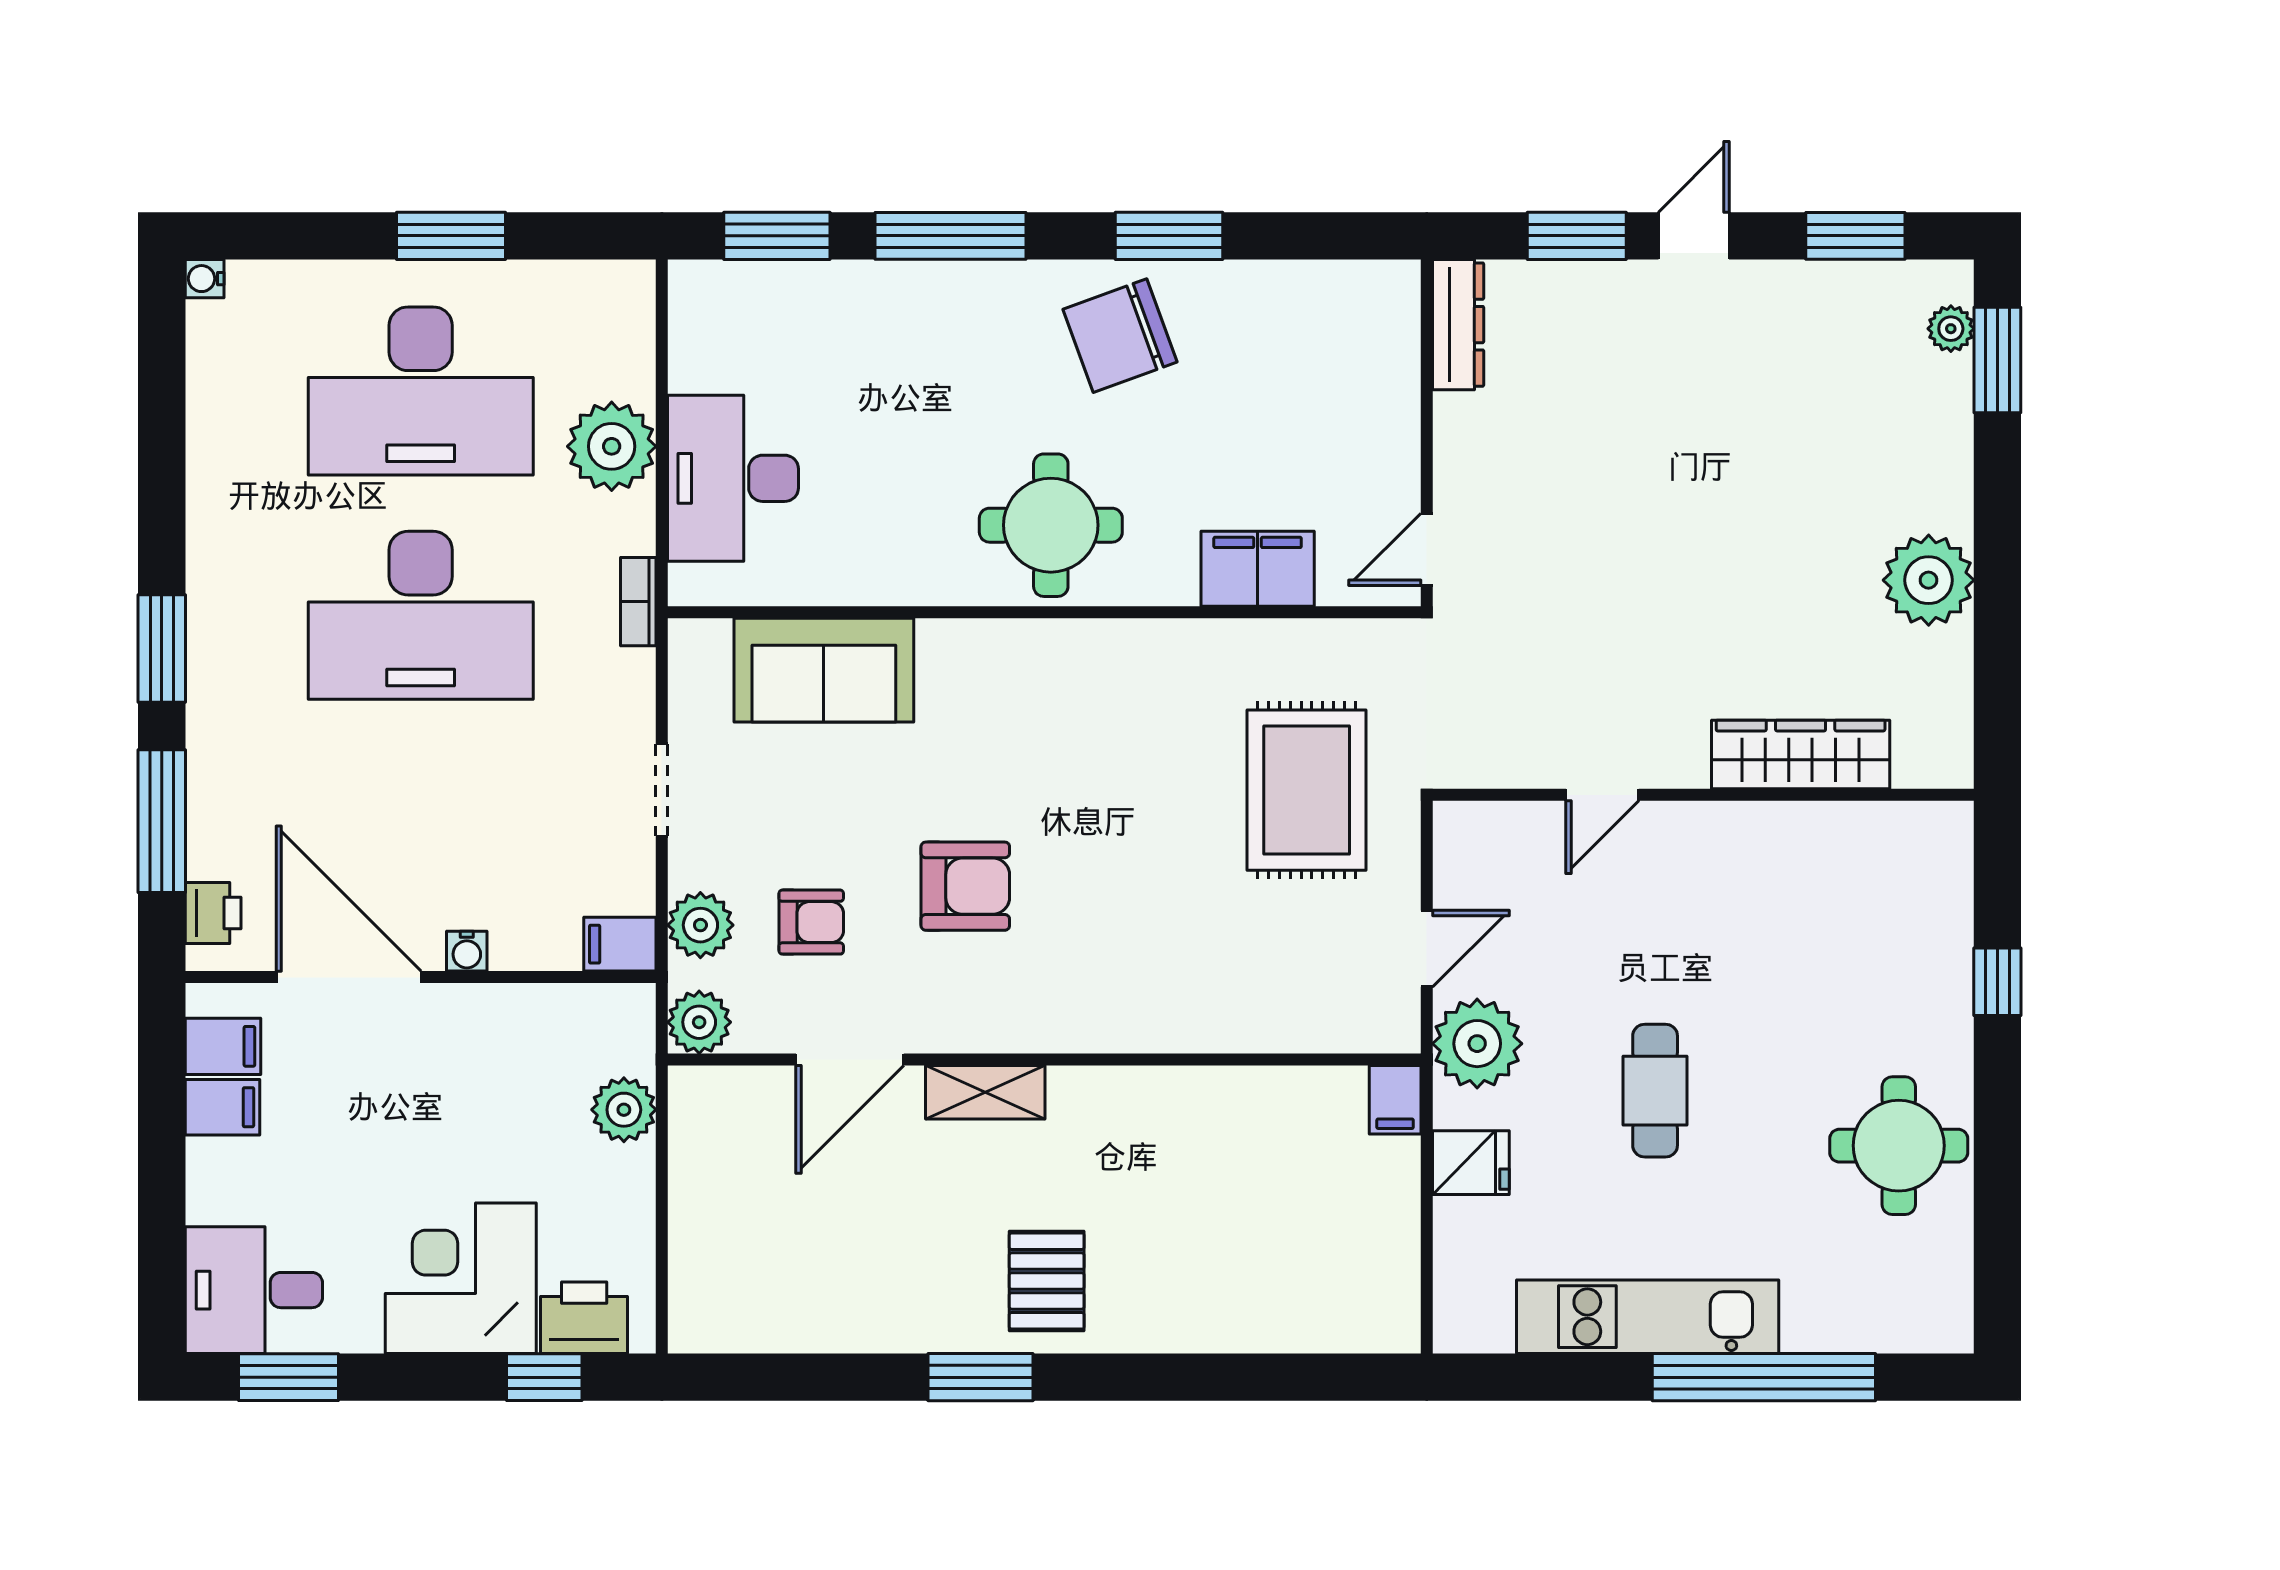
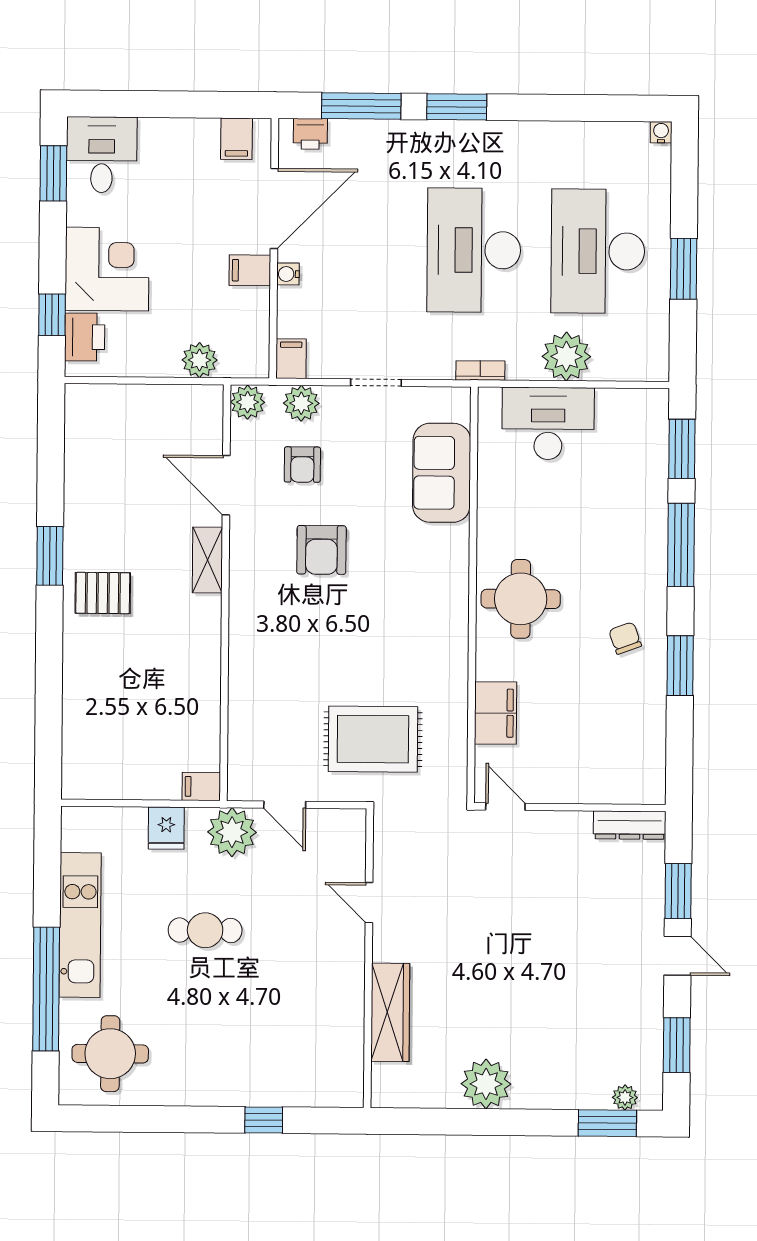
chair: (1120, 336) -> (625, 638), width x0.54, depth x0.54
filing cabinet: (222, 1107) -> (250, 270), moved, turned 90
round table: (1899, 1146) -> (110, 1054), moved

